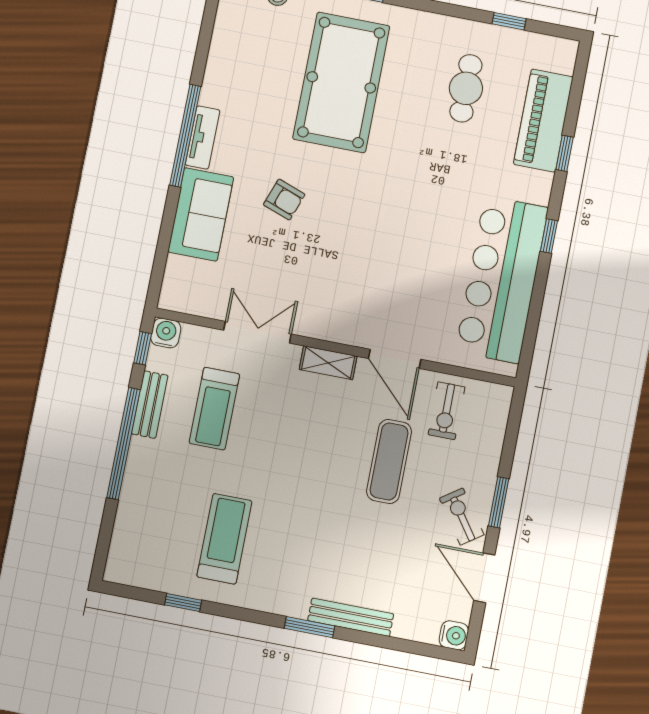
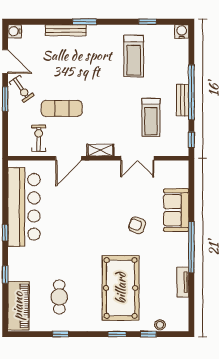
window: (509, 21) -> (61, 334), moved
piano: (543, 121) -> (18, 306), moved
tv unit: (203, 137) -> (183, 282), moved
water cooler: (166, 333) -> (182, 31), moved, turned 180
door: (395, 359) -> (69, 158), swing flipped
bench: (150, 405) -> (183, 100), moved
treadmill: (214, 409) -> (151, 117), turned 180
exercise mat: (389, 461) -> (62, 108), turned 90

